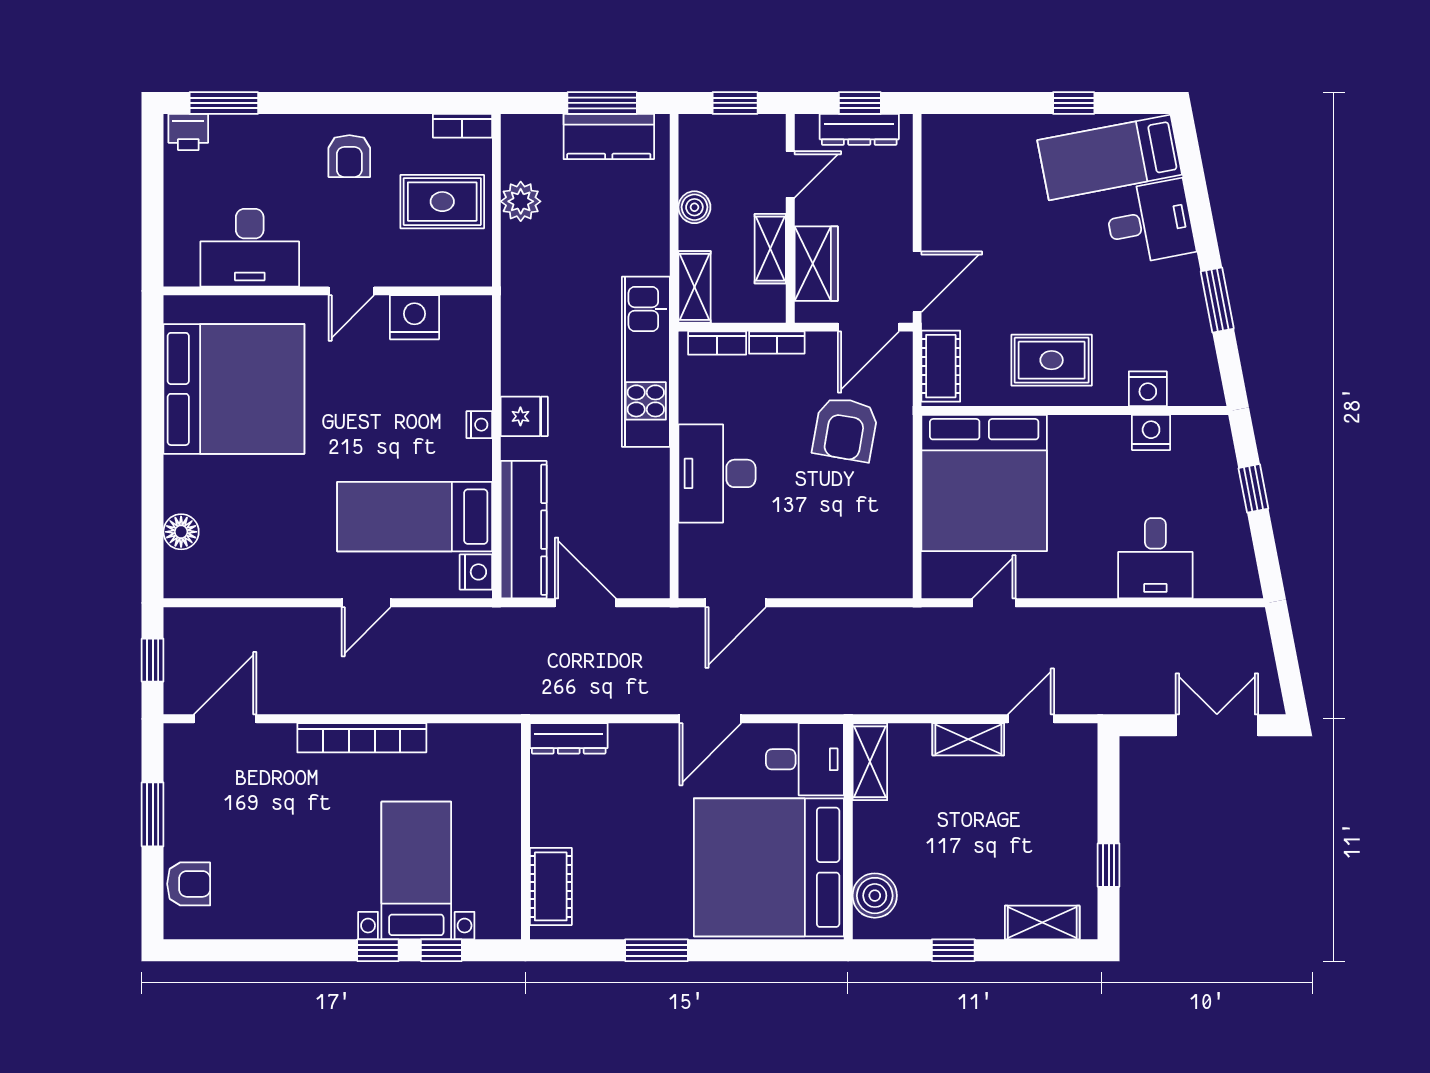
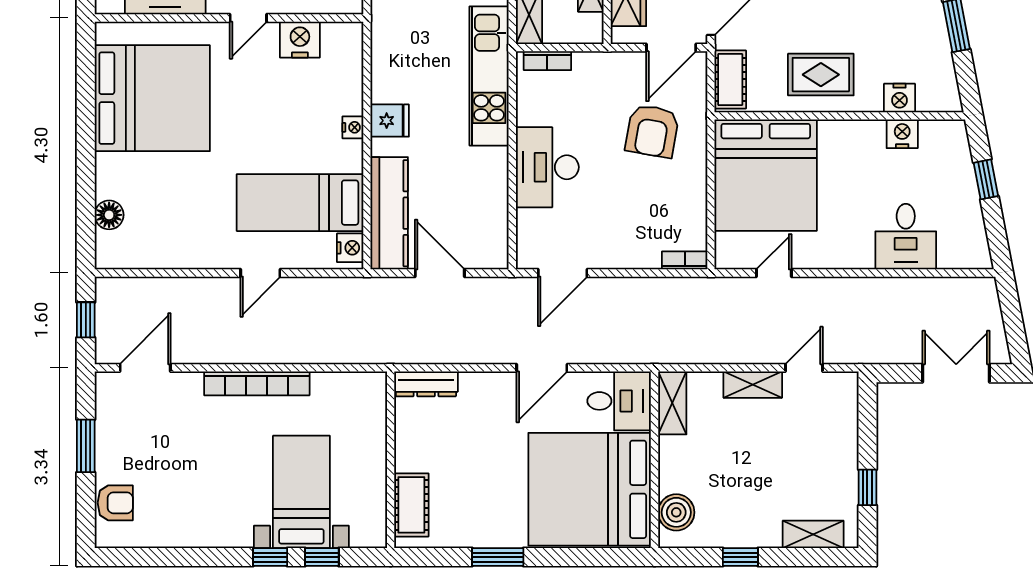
bookcase: (777, 343) -> (685, 260), moved, turned 180

